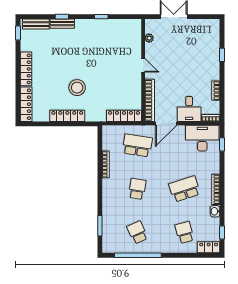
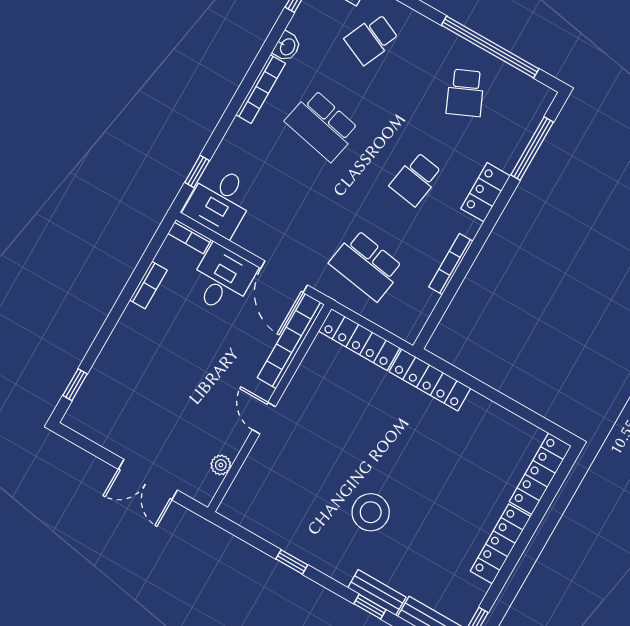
window: (222, 55) -> (75, 385), moved
stool: (77, 88) -> (371, 512), moved
locker: (67, 116) -> (430, 380), moved
door: (166, 123) -> (284, 277), swing flipped
desk: (202, 138) -> (220, 201), width x0.73
school desk: (184, 189) -> (322, 125), turned 30
locker: (108, 199) -> (486, 192), added
window: (100, 226) -> (532, 149), width x1.44
school desk: (184, 232) -> (372, 39), turned 39

